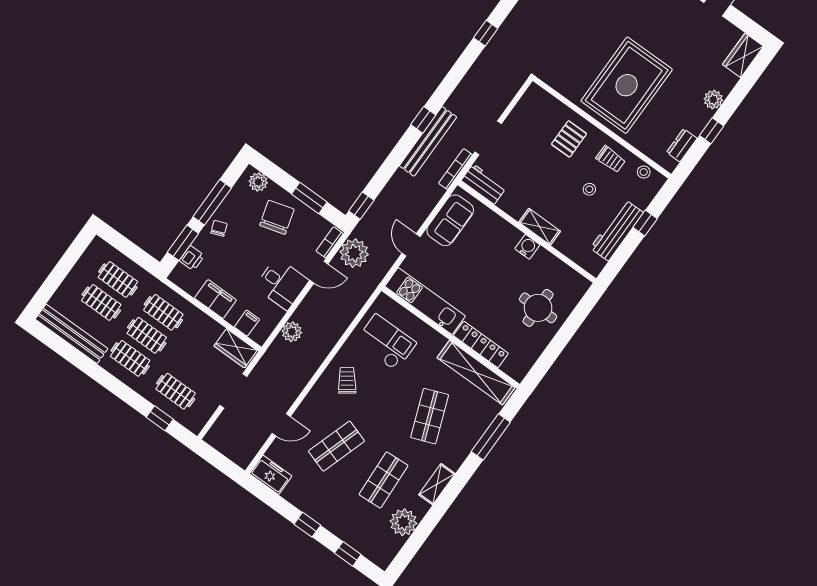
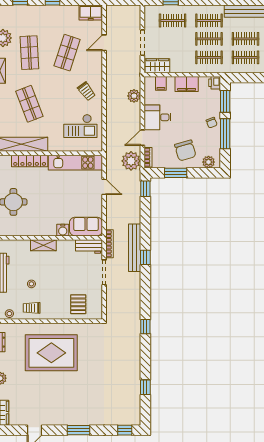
rug: (627, 85) -> (51, 353), turned 90
pallet: (569, 139) -> (78, 304), moved
sofa: (450, 220) -> (86, 227), moved, turned 90
water cooler: (527, 247) -> (63, 230), moved
printer: (192, 258) -> (215, 83), moved

